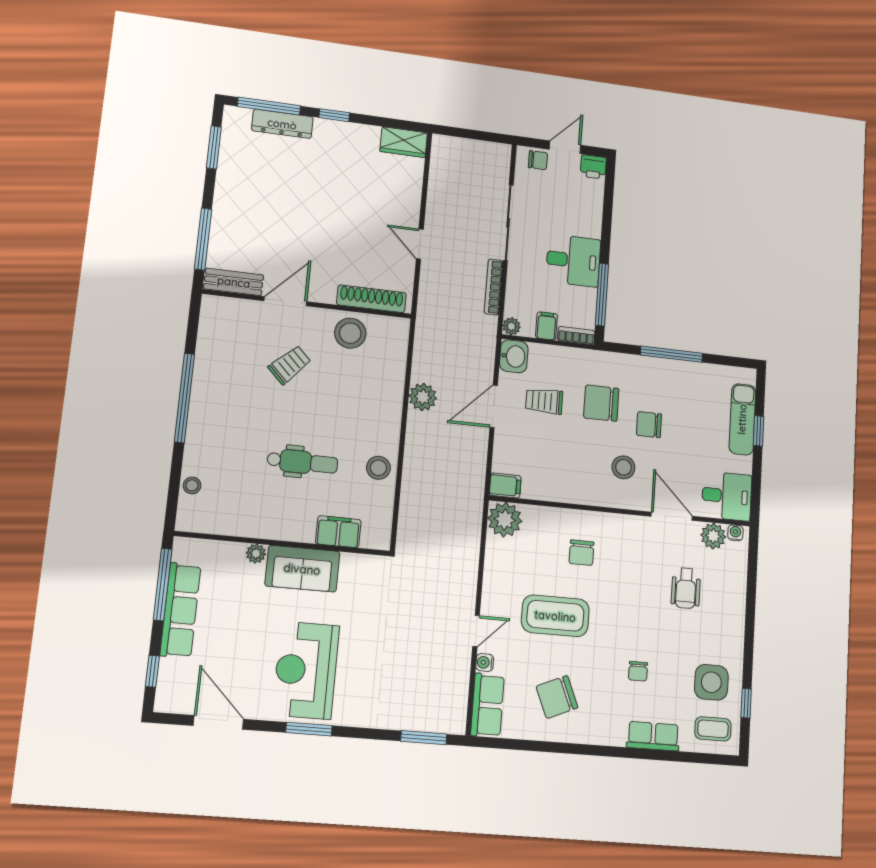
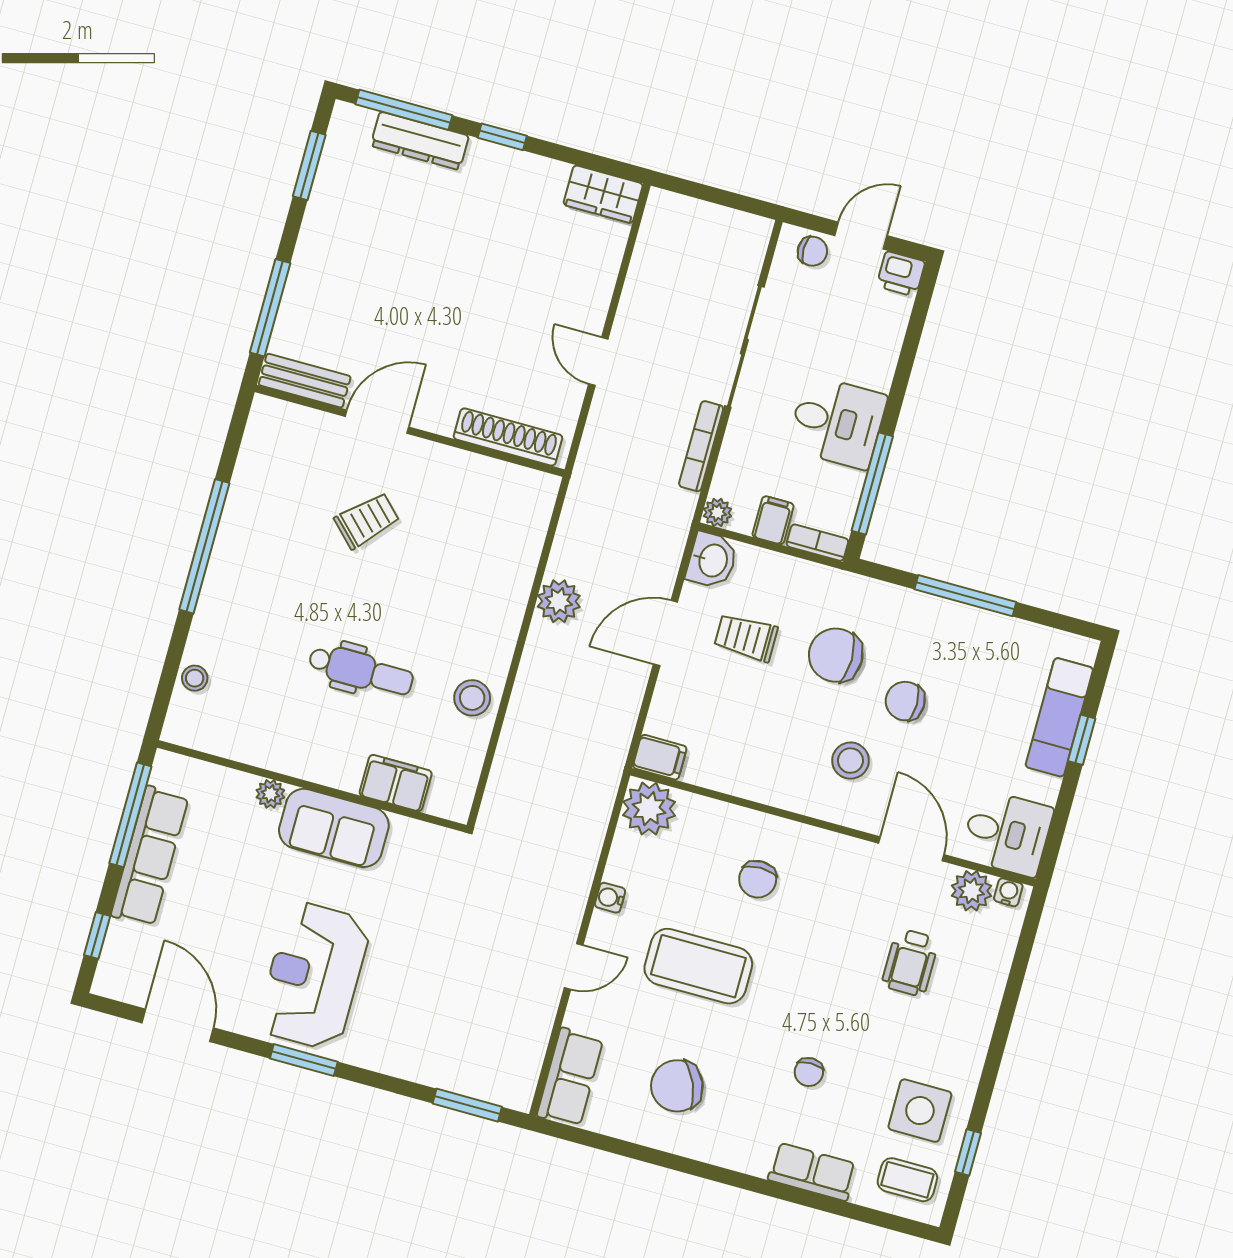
stool: (350, 333) -> (466, 486), removed
water cooler: (485, 662) -> (610, 898), moved

